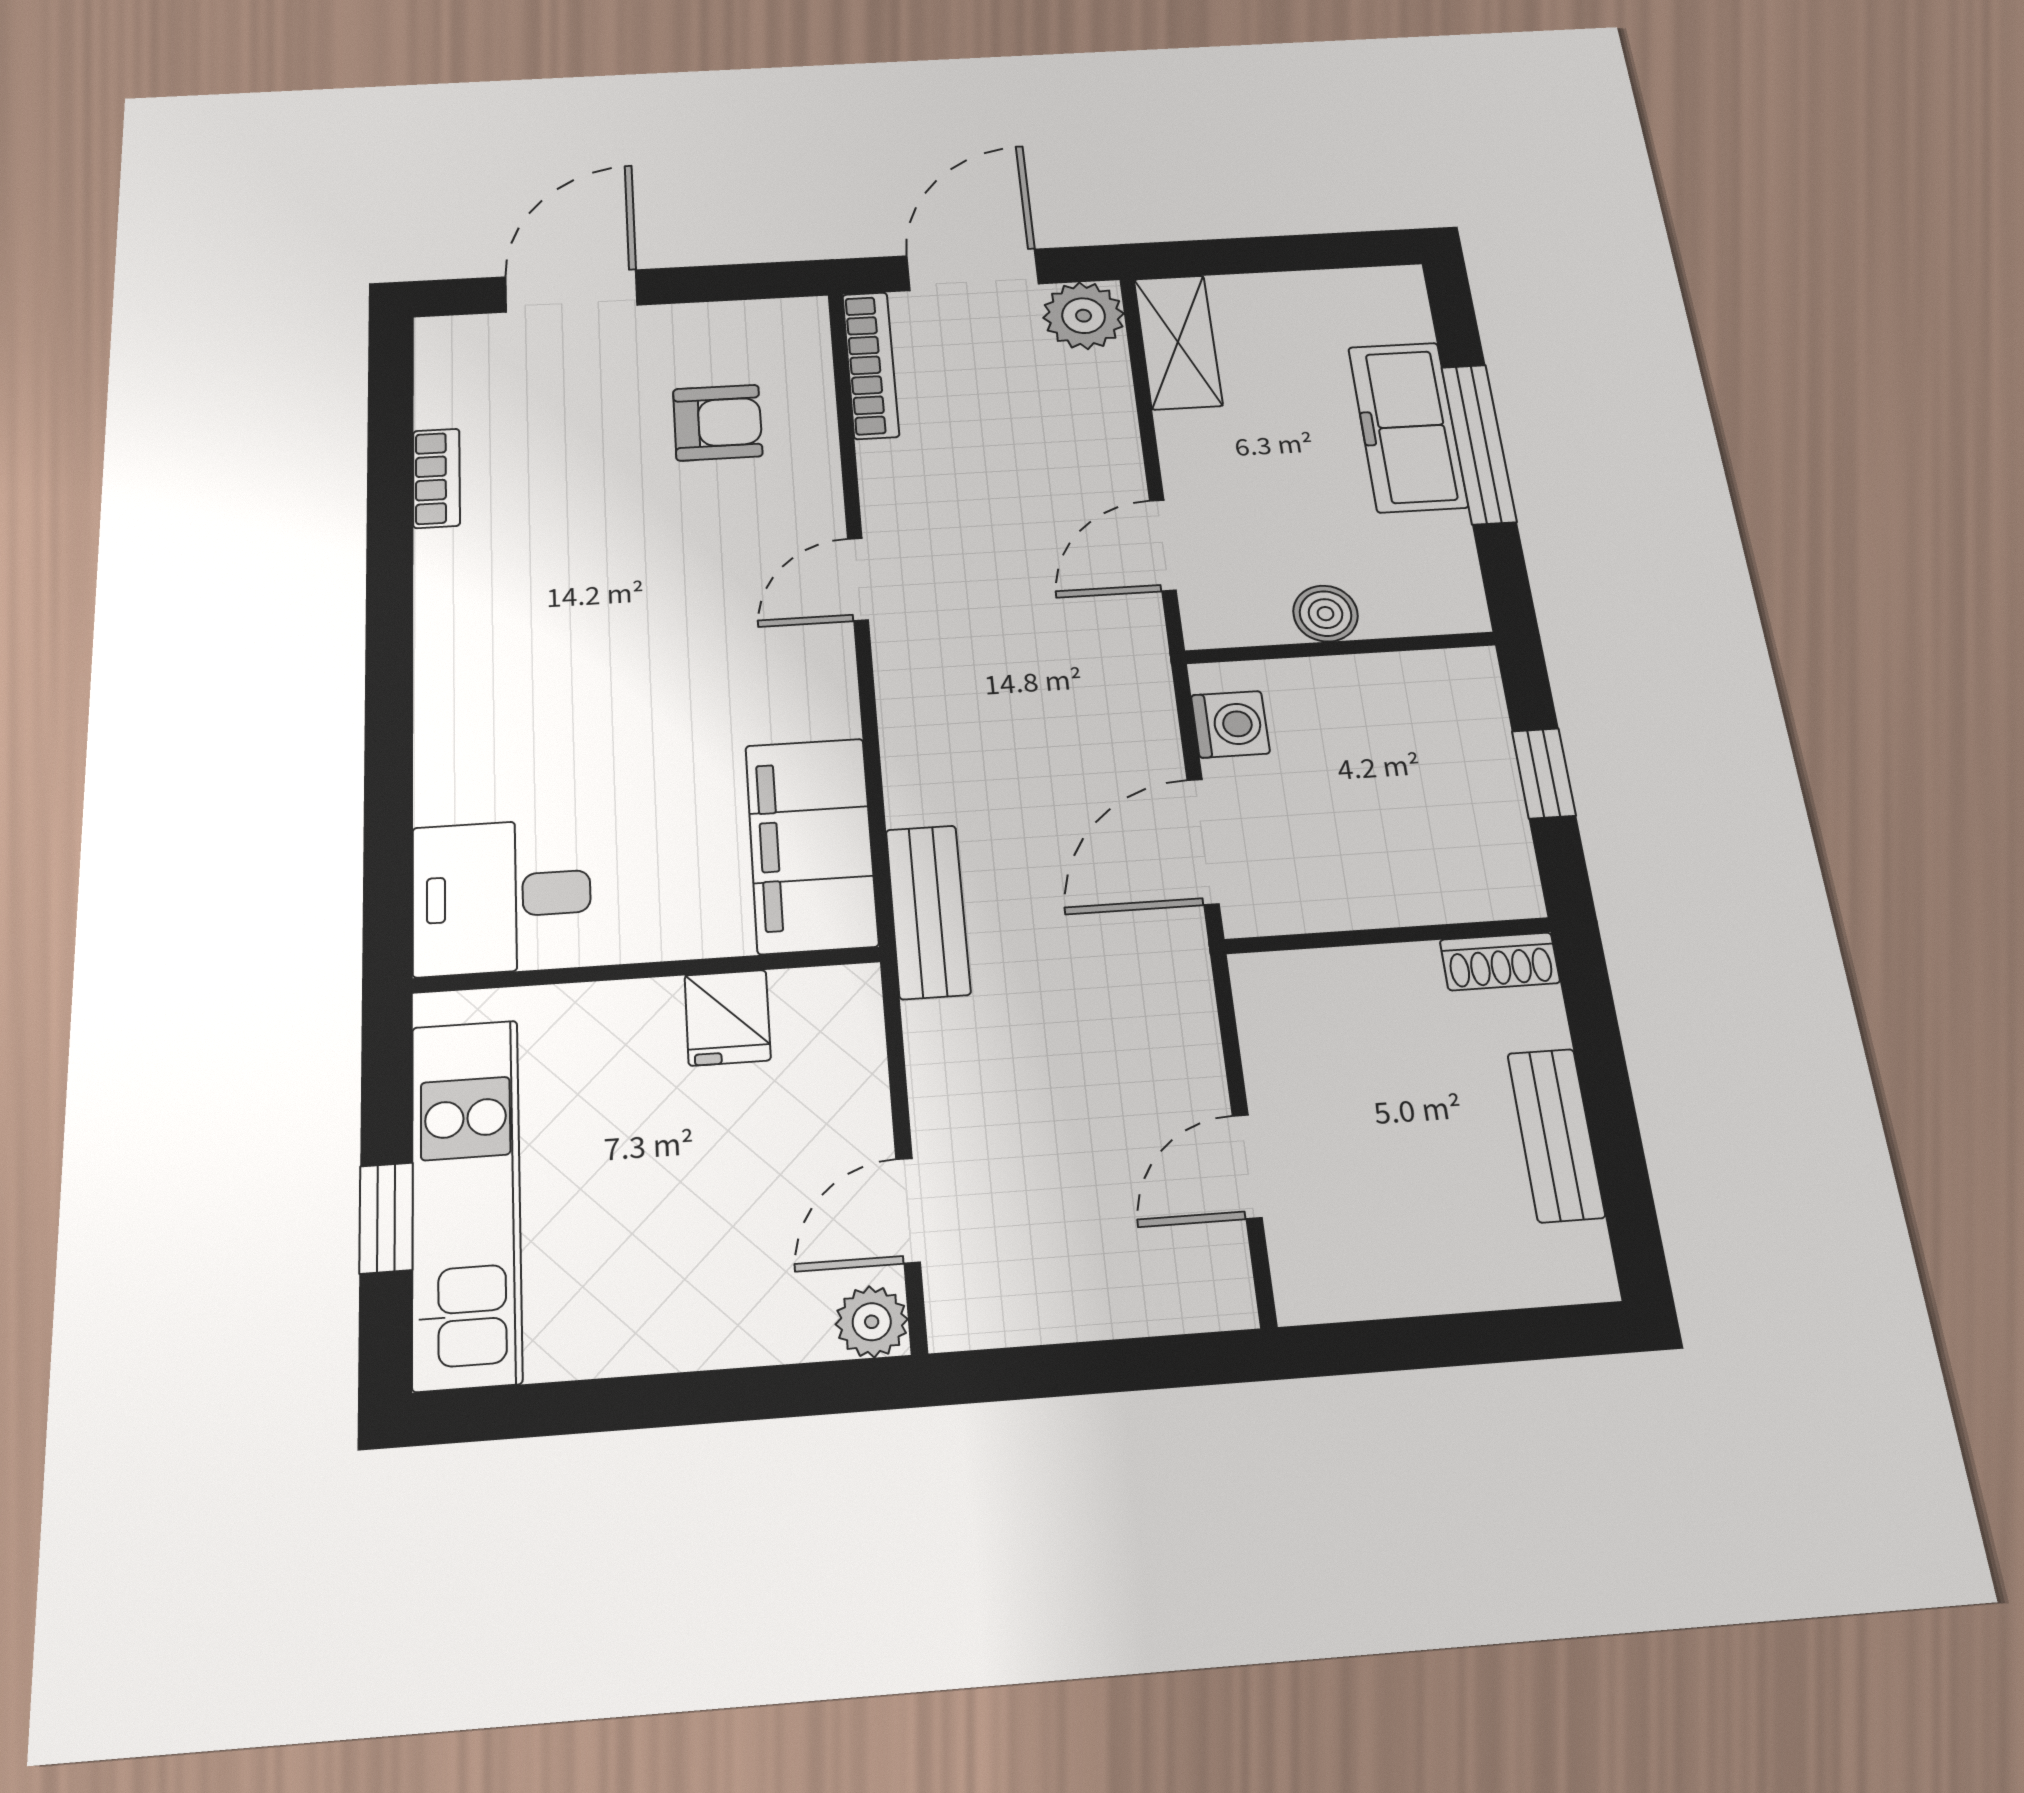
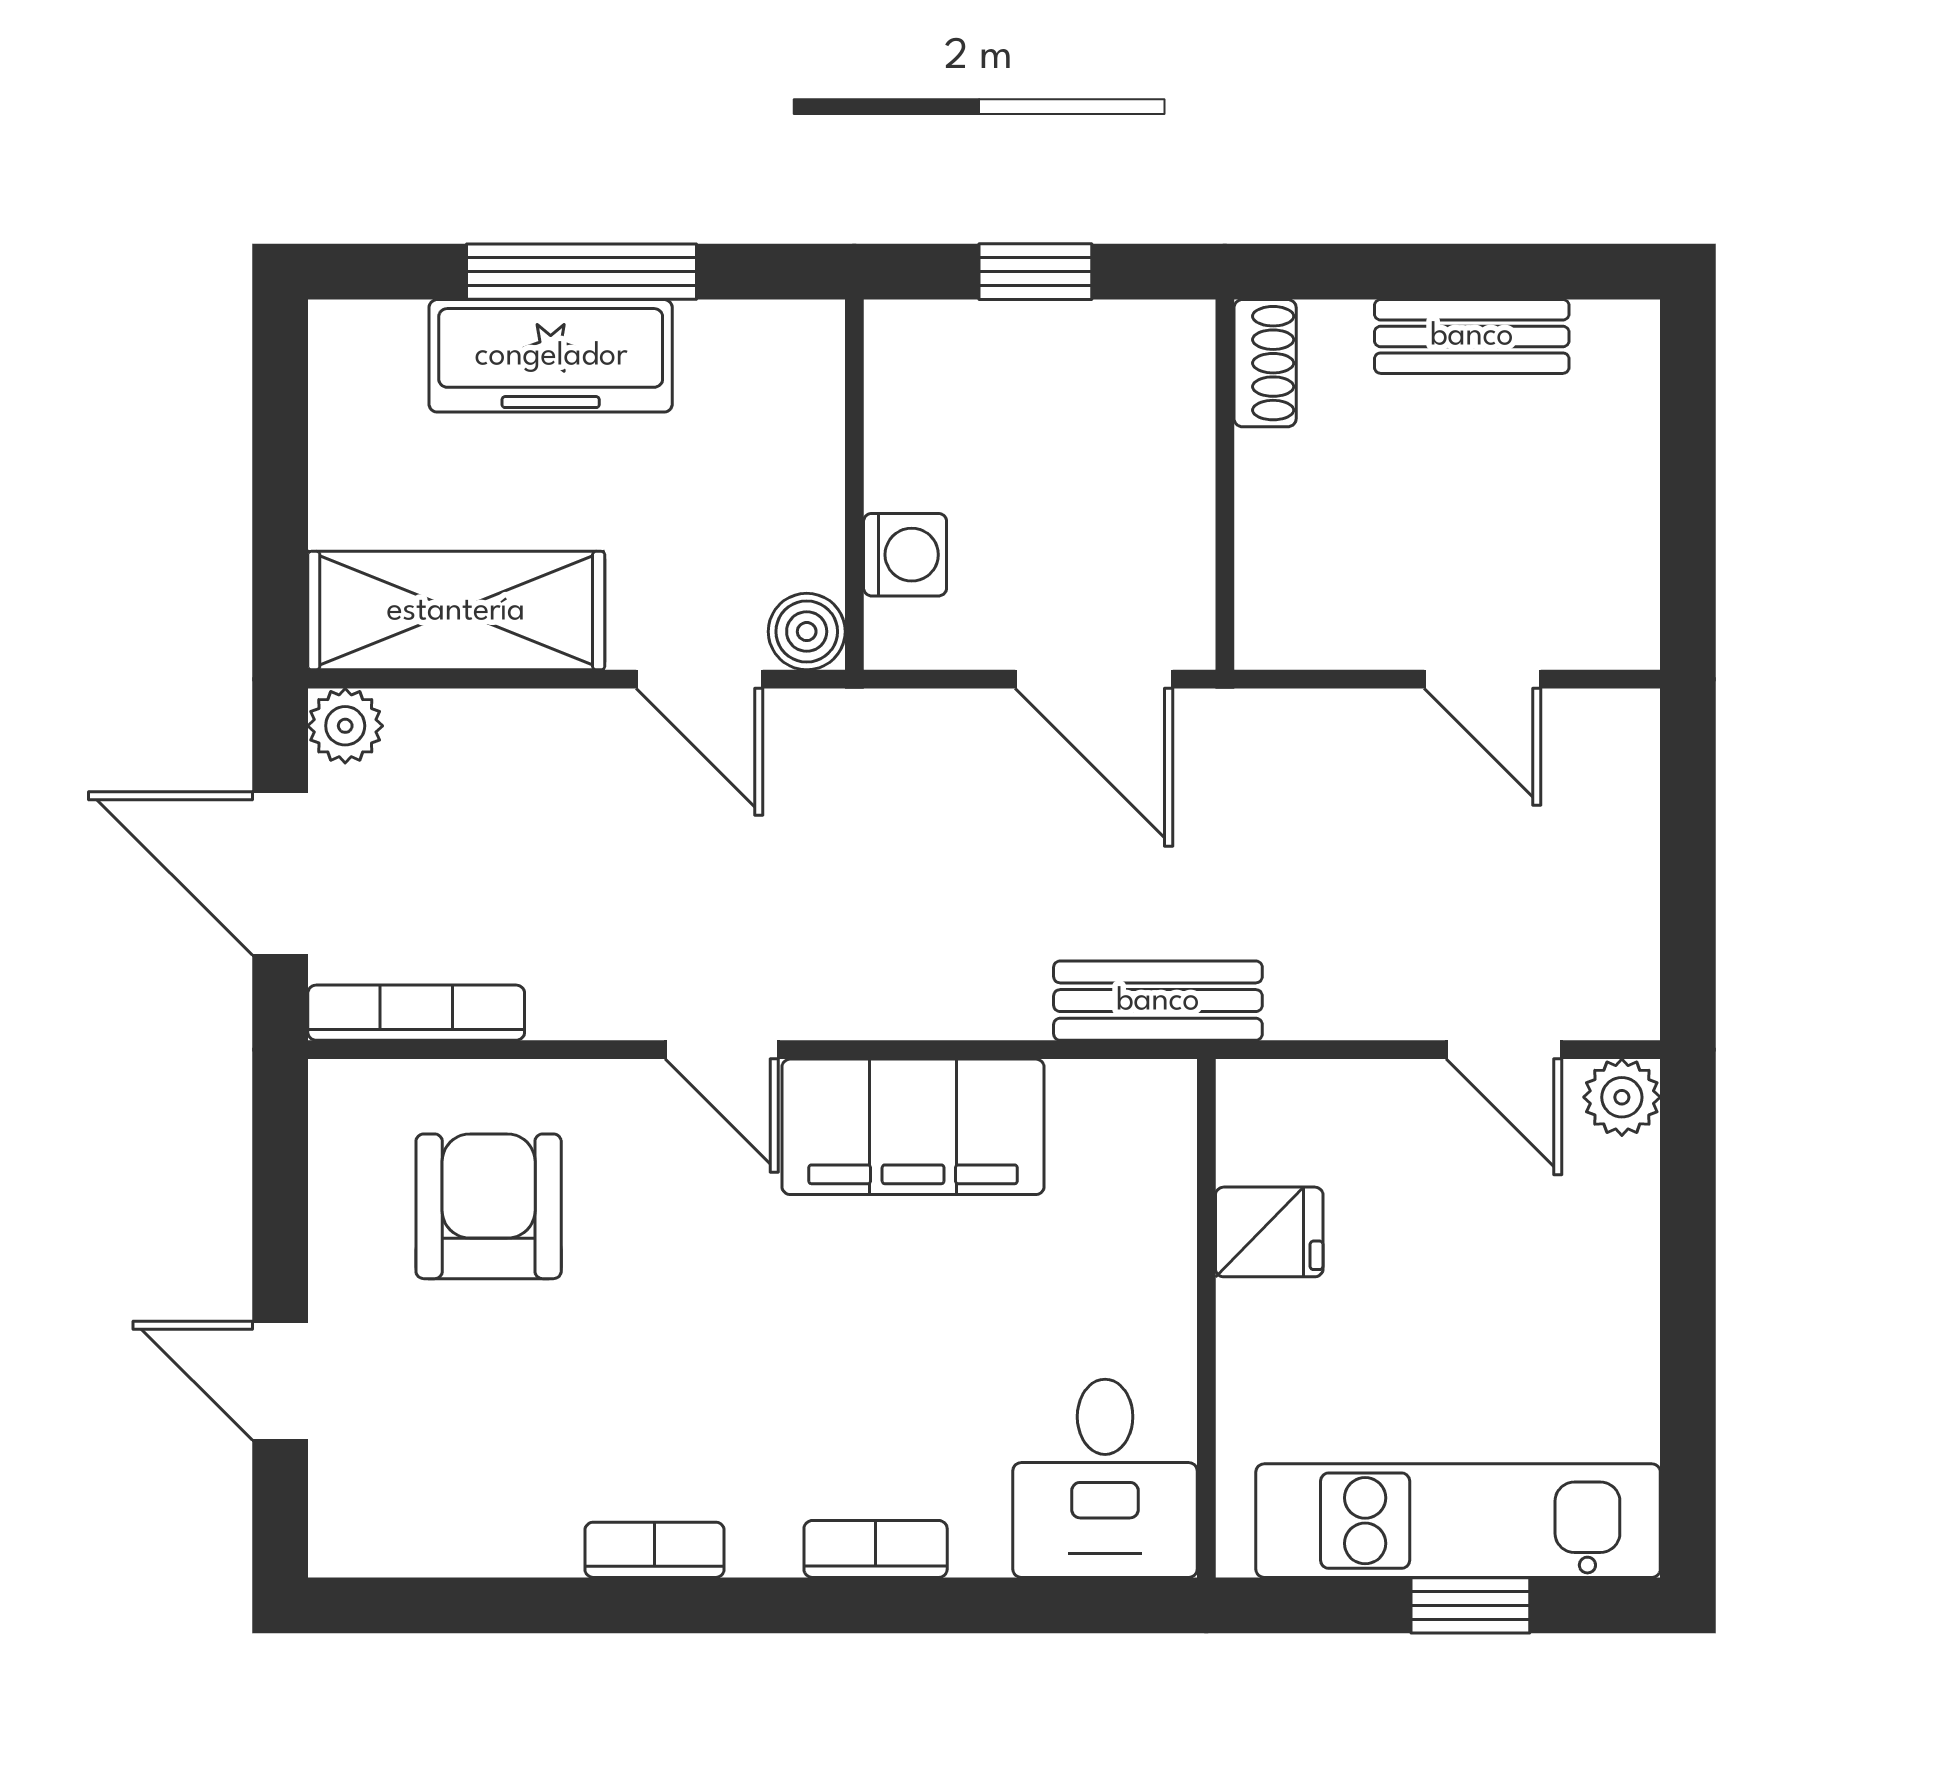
door: (571, 291) -> (280, 1381), width x0.73
plant: (1084, 316) -> (345, 726), width x0.73, depth x0.73
shelving: (1178, 342) -> (456, 611), width x1.50, depth x1.33
armchair: (718, 423) -> (489, 1206), width x1.38, depth x1.38
bookcase: (436, 478) -> (655, 1550), moved
boiler: (1326, 614) -> (807, 632), moved
bookcase: (438, 719) -> (876, 1549), added
washing machine: (1230, 724) -> (905, 555), moved, turned 90
filing cabinet: (811, 845) -> (913, 1127), moved

